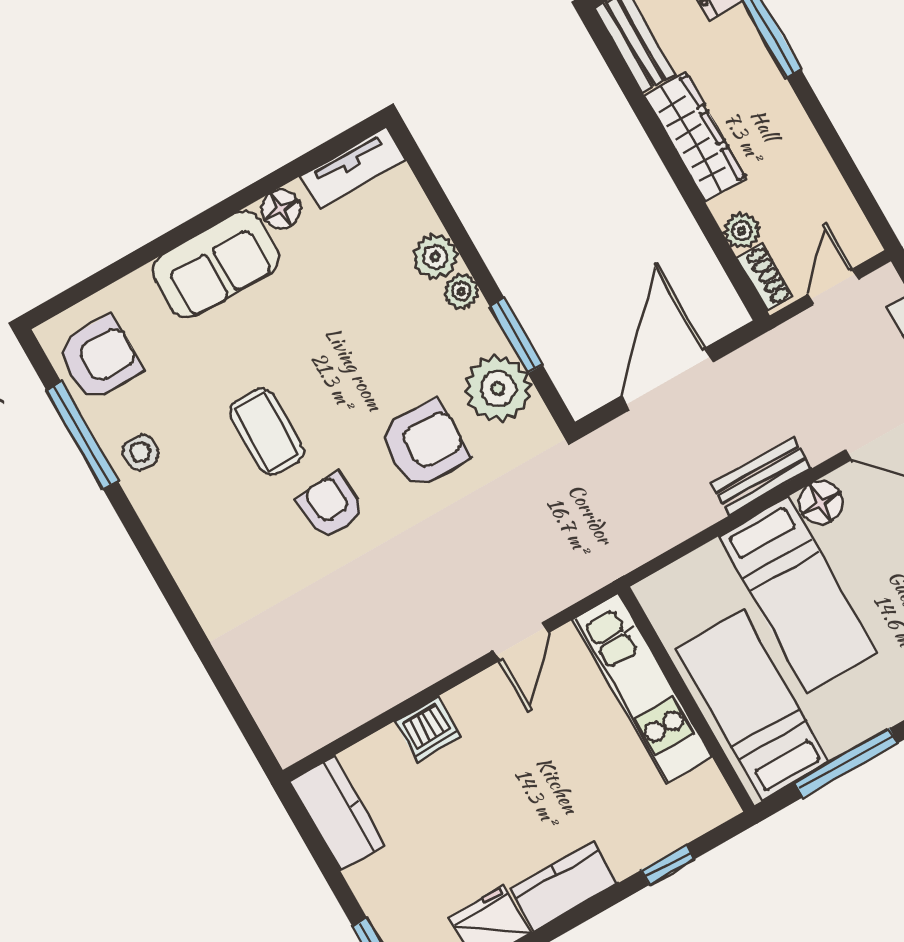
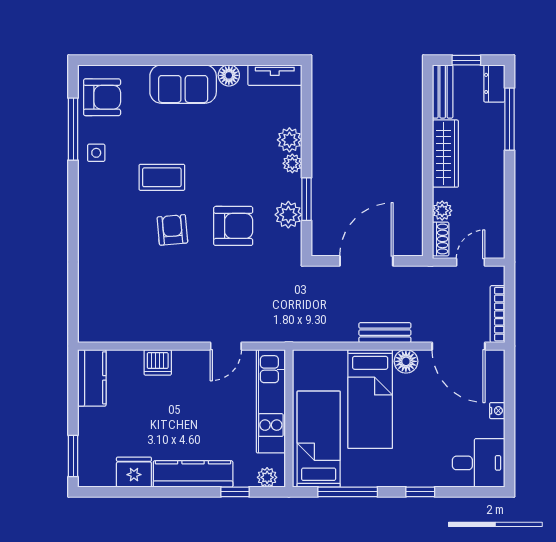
plant: (498, 389) -> (288, 215), width x0.73, depth x0.73
coffee table: (267, 432) -> (162, 177), turned 90
plant: (705, 813) -> (267, 477), added
kitchen counter: (564, 886) -> (193, 474), width x1.50

